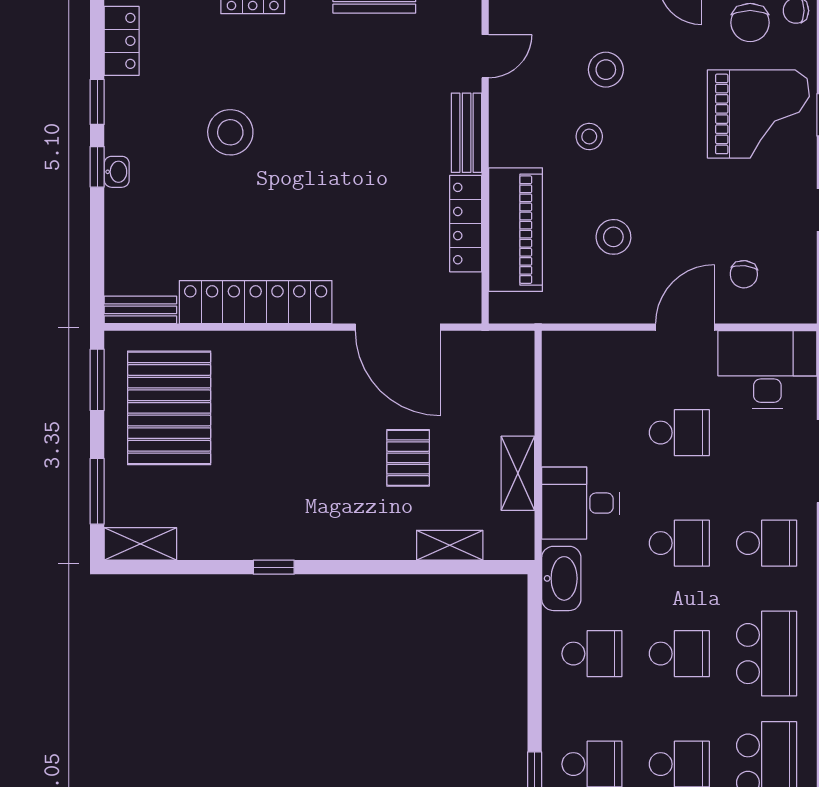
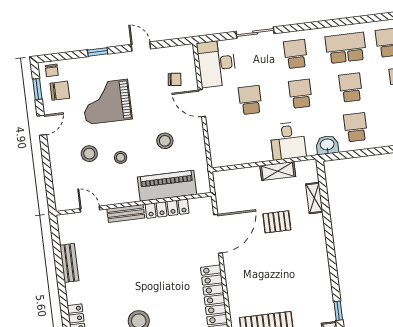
grand piano: (758, 114) -> (107, 102), moved, turned -90
window: (274, 567) -> (338, 311), moved
washbasin: (561, 578) -> (327, 145), width x0.72

